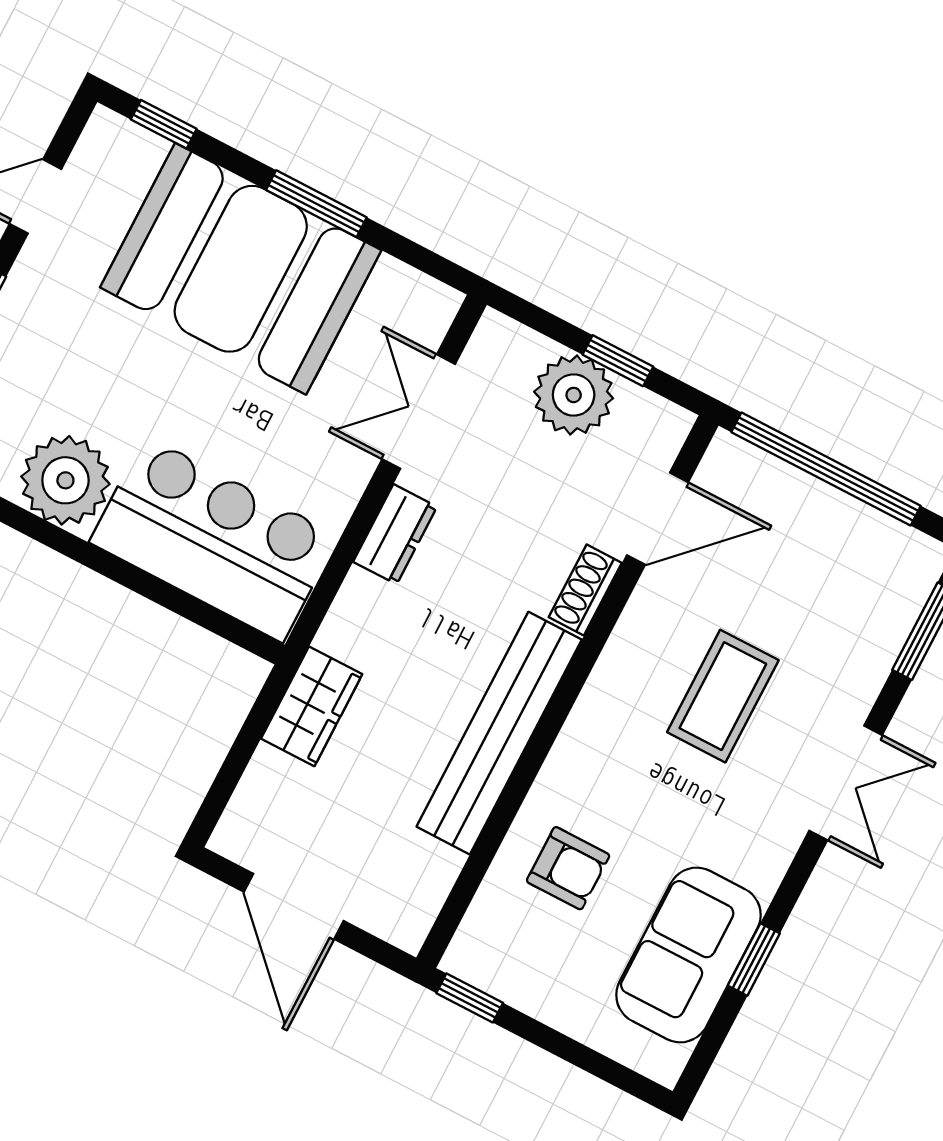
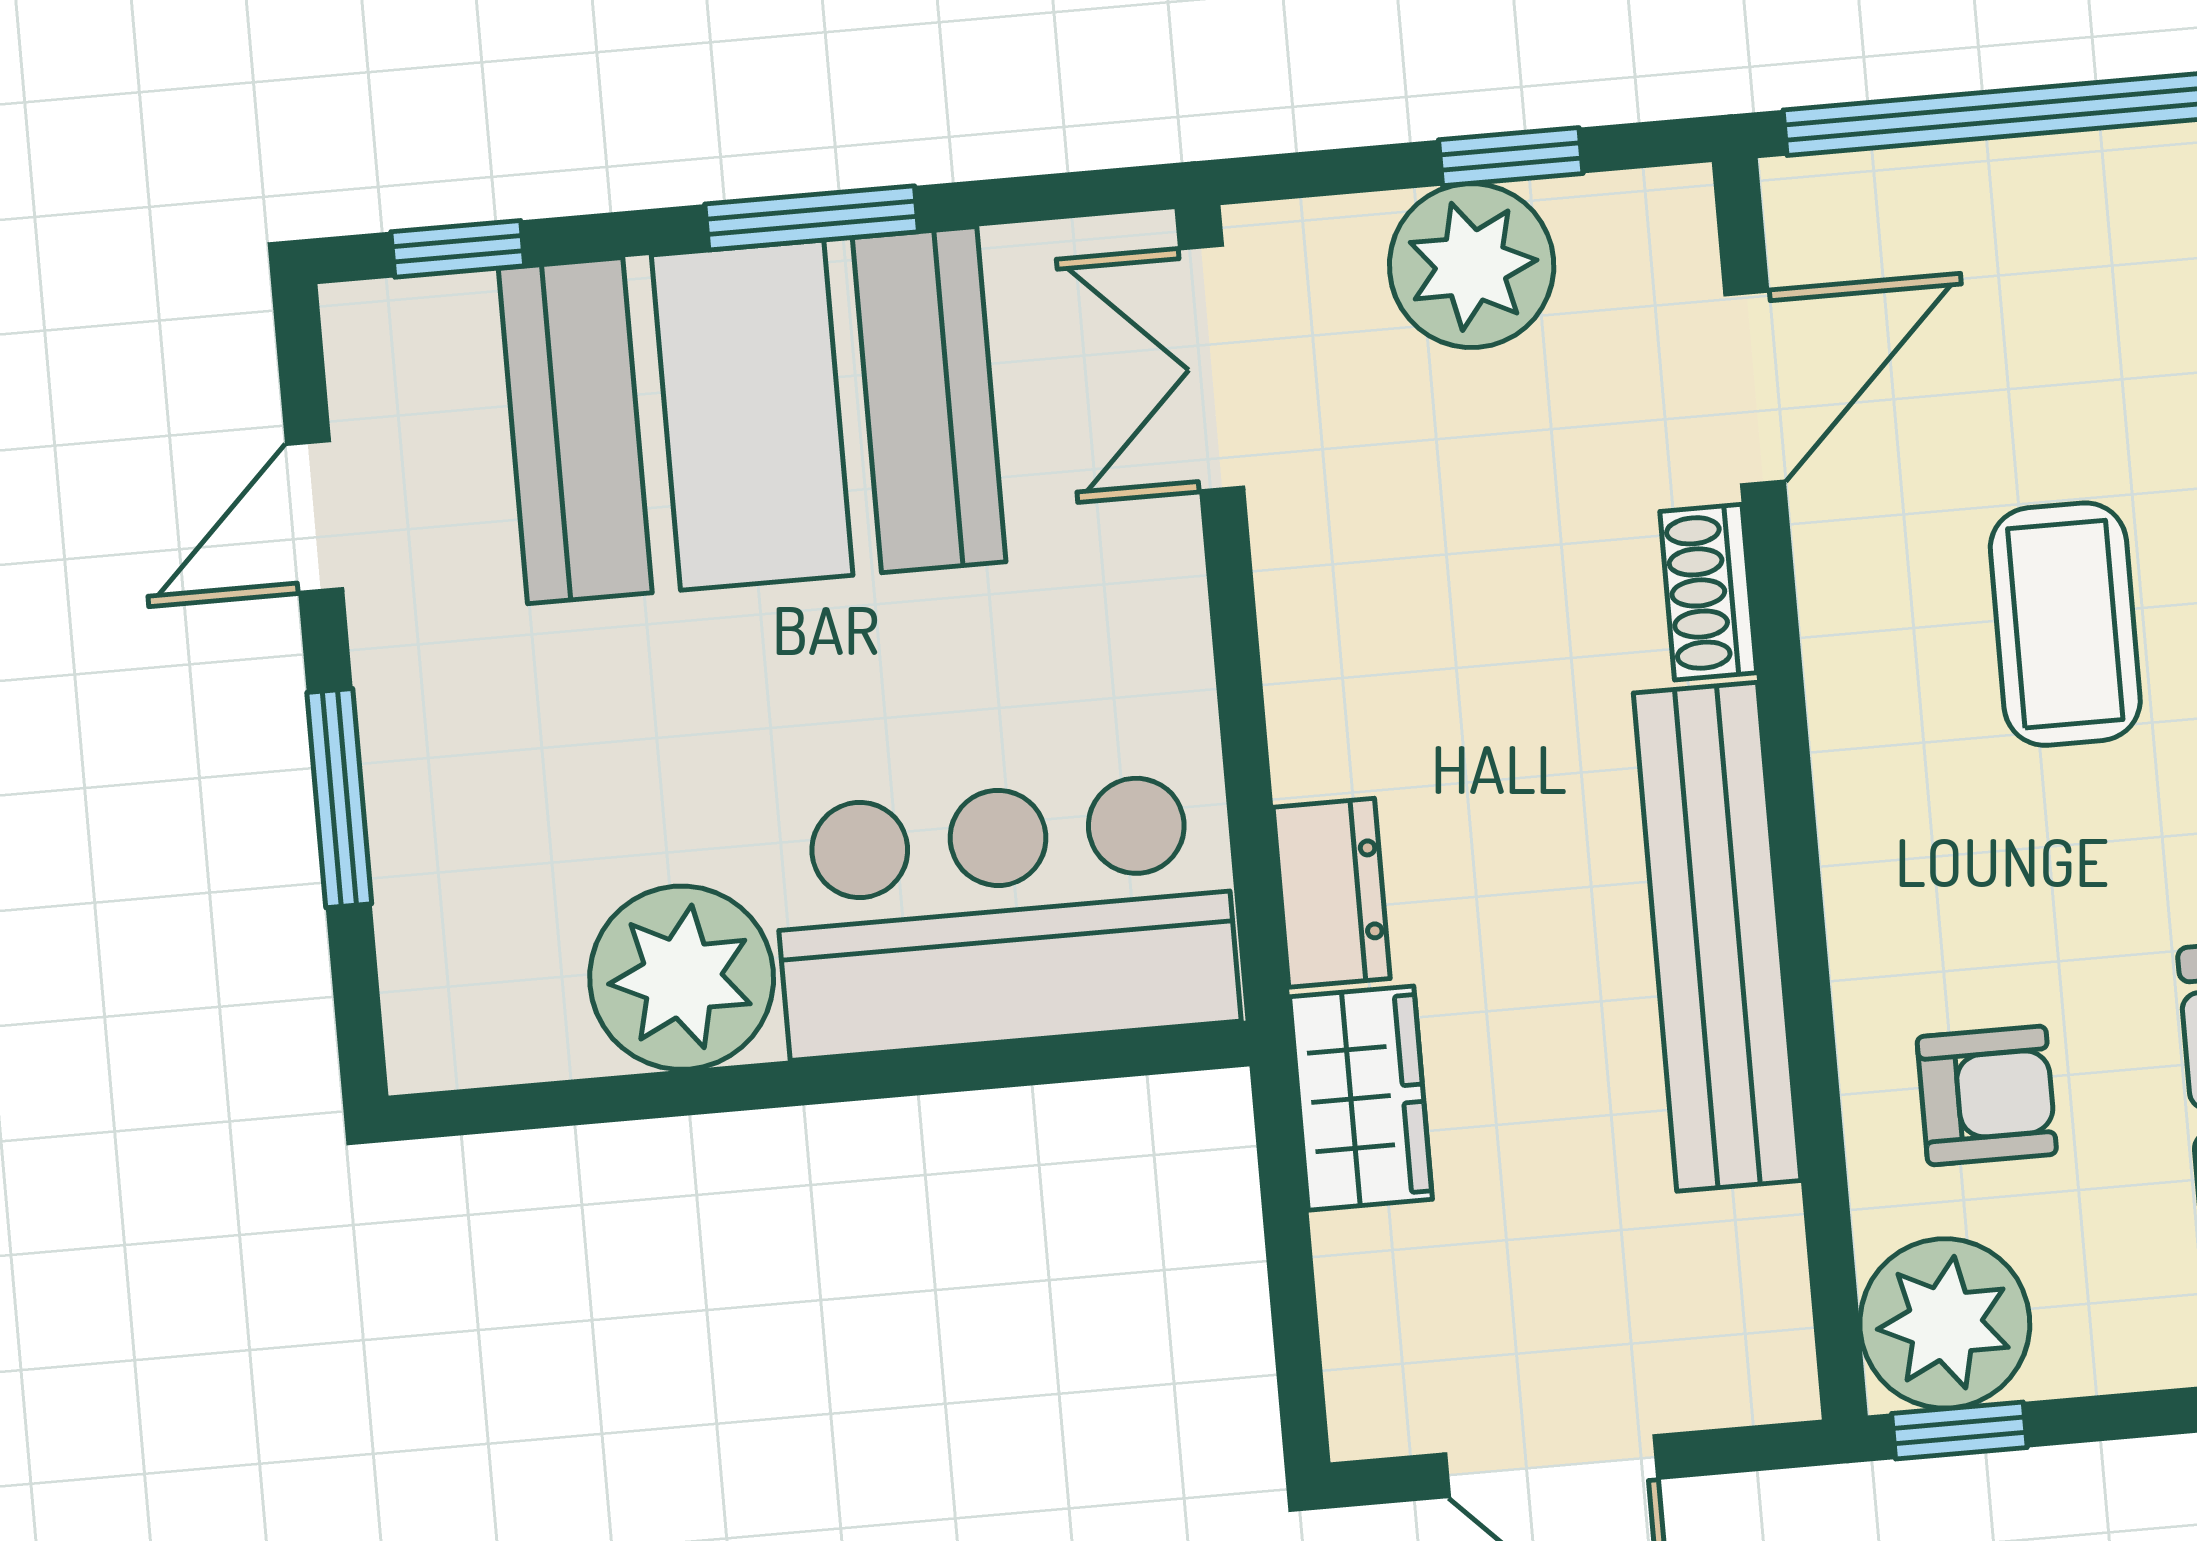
double door: (419, 412) -> (1212, 368), moved
dresser: (395, 534) -> (1332, 893), moved
plant: (492, 950) -> (1945, 1323), added

